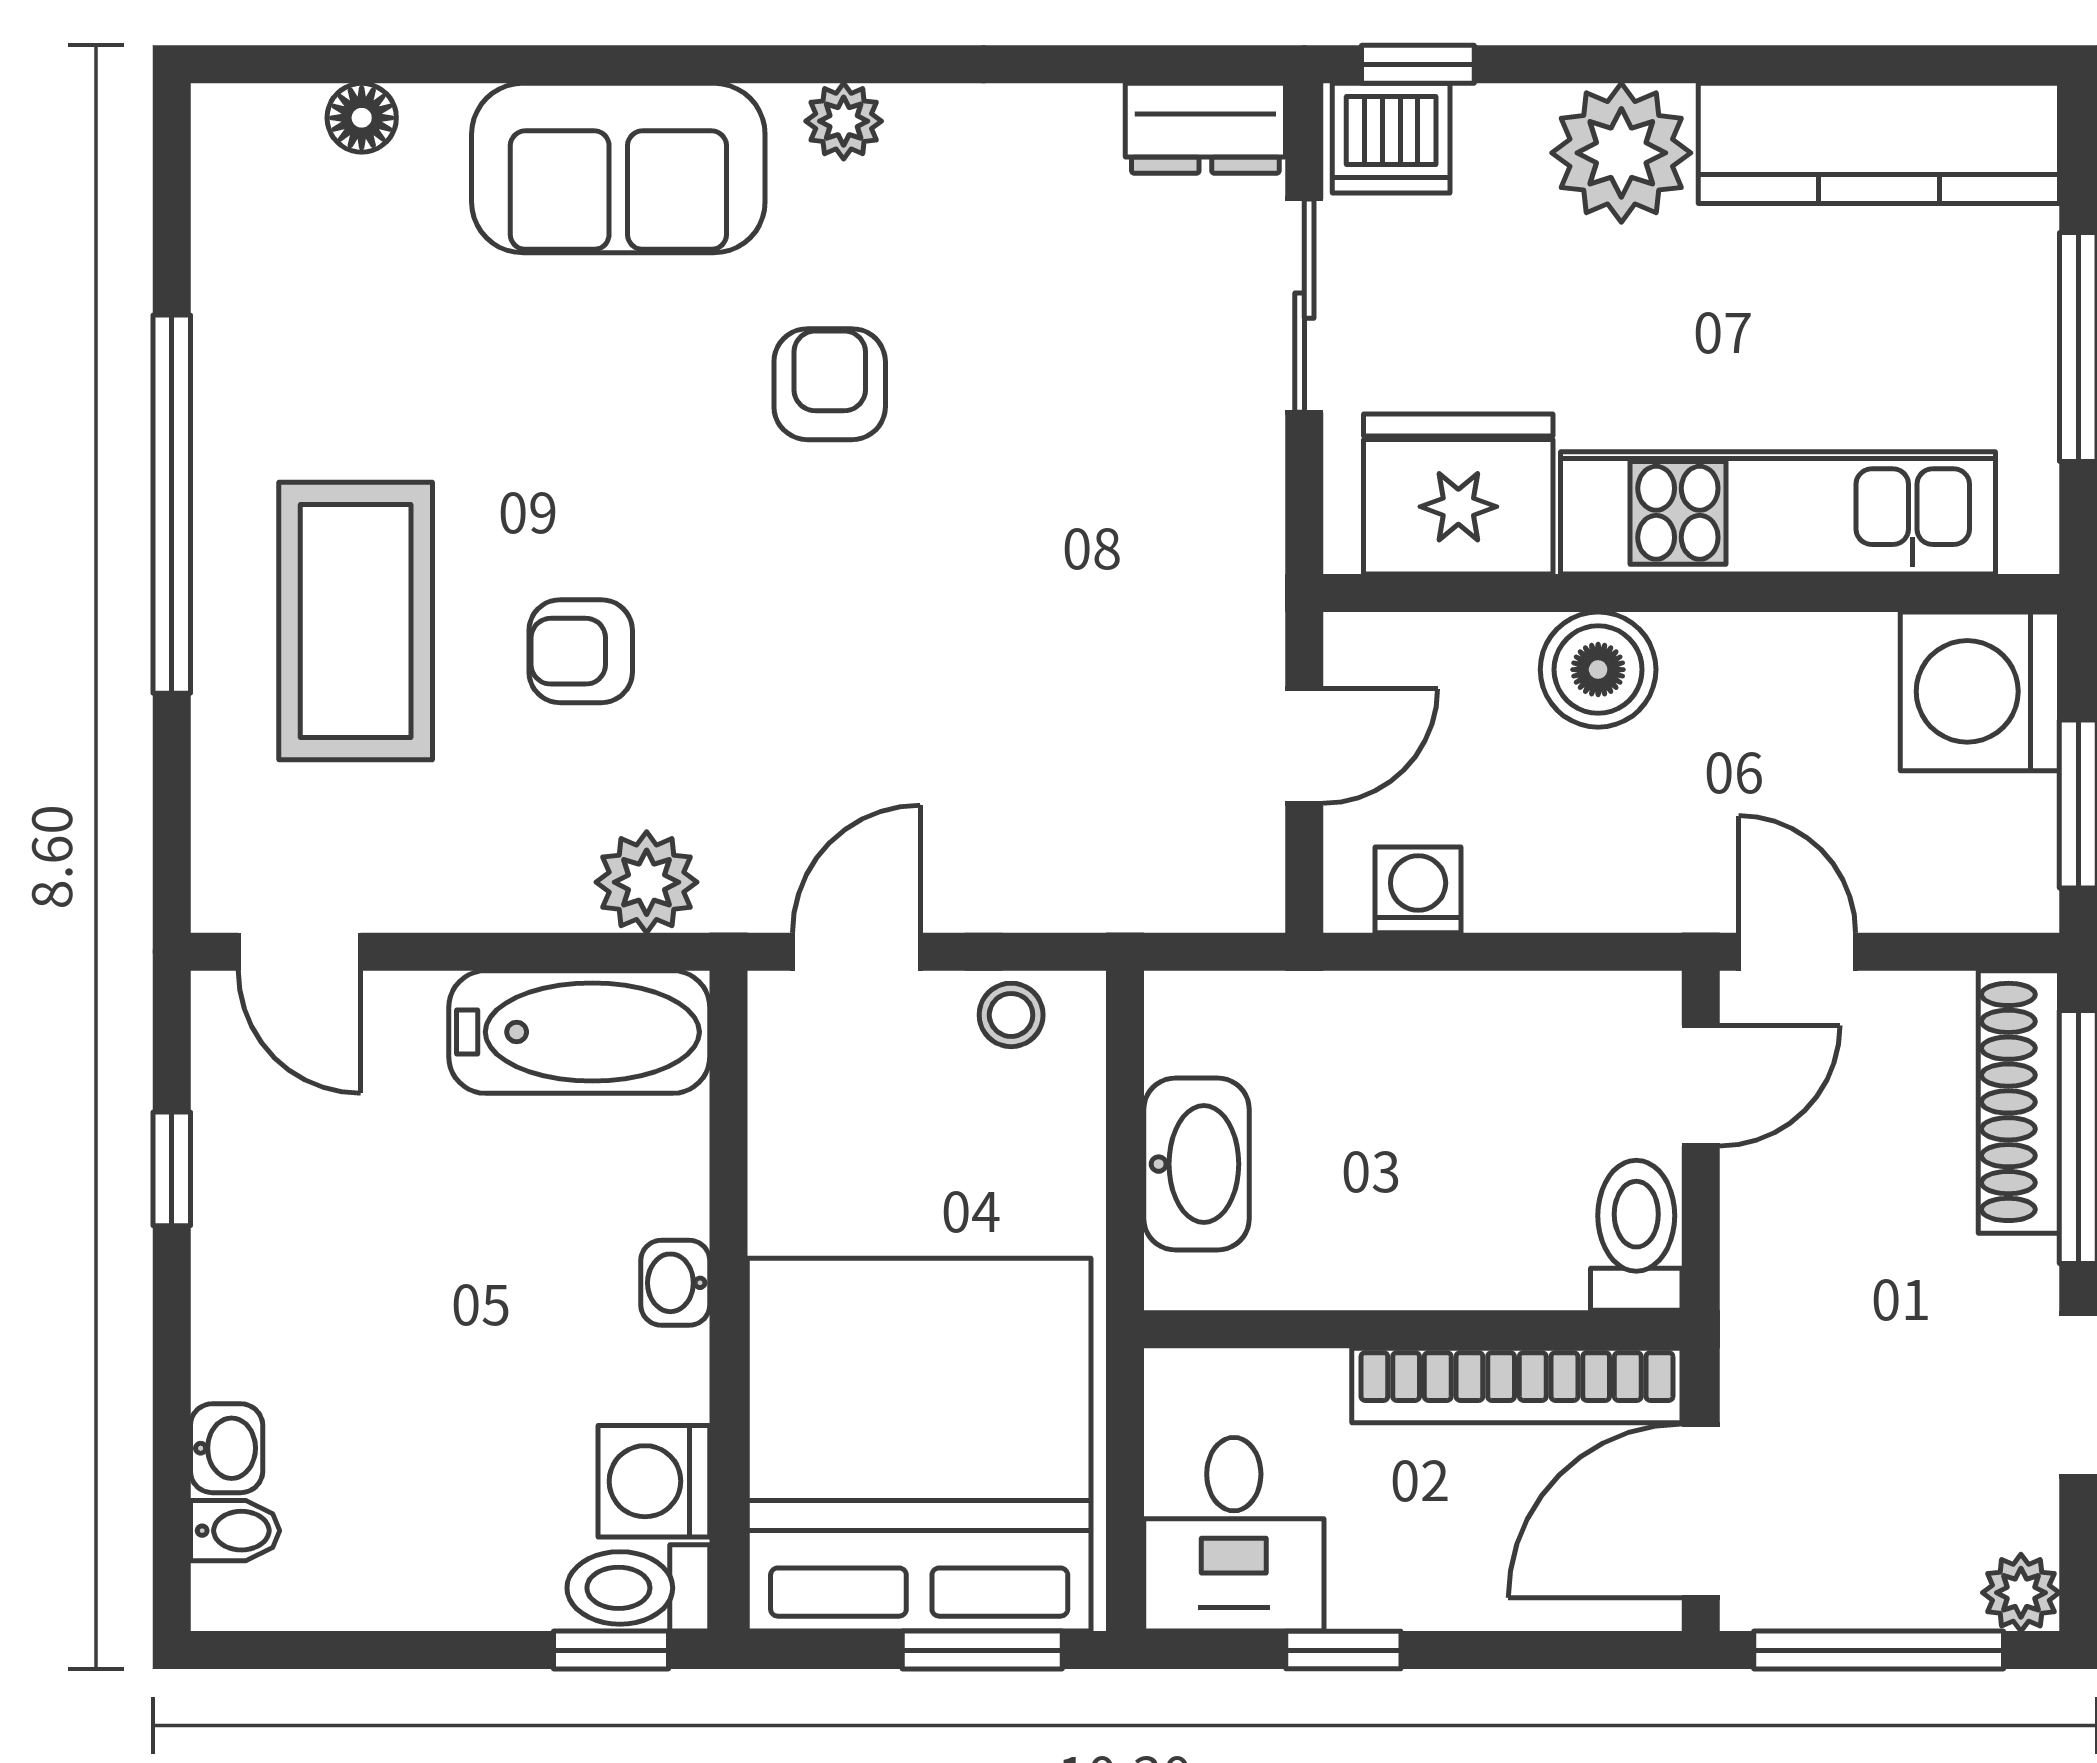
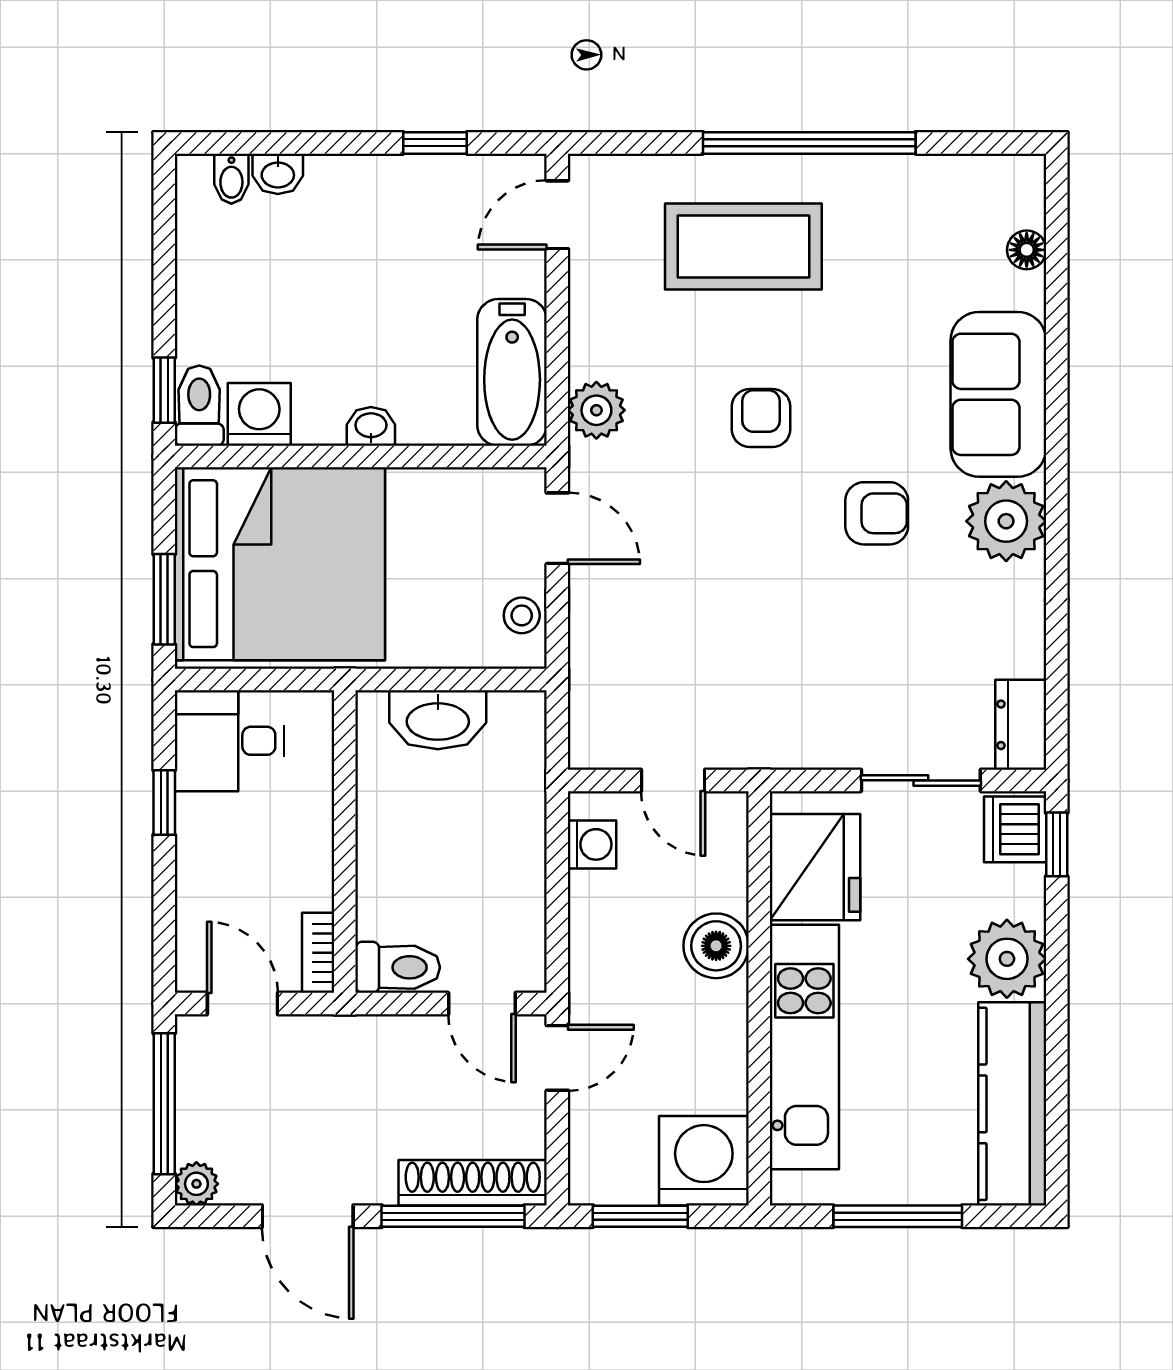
plant: (844, 121) -> (1006, 521), width x1.87, depth x1.87
armchair: (581, 651) -> (761, 418), moved
bookcase: (1517, 1386) -> (318, 953), width x0.43, depth x0.76
door: (1701, 1511) -> (242, 1004), width x0.73

